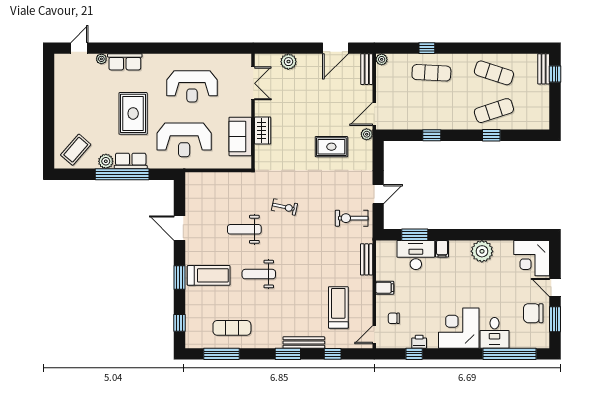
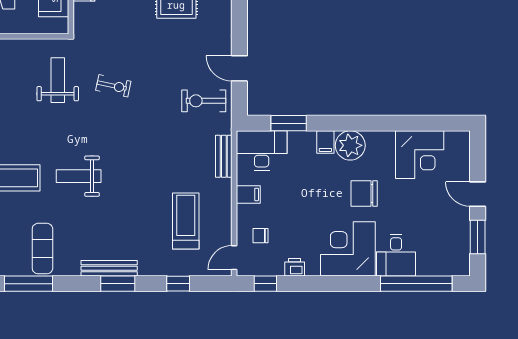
door: (378, 194) -> (239, 68), swing flipped
weight bench: (244, 229) -> (58, 80), moved, turned 90
plant: (482, 251) -> (350, 145), moved
desk: (416, 255) -> (262, 150), moved
corner desk: (532, 258) -> (420, 155), moved, turned -90
chair: (533, 313) -> (364, 194), moved
exercise mat: (232, 328) -> (42, 249), turned 90
bench: (304, 343) -> (109, 268), moved
window: (414, 354) -> (265, 284), moved

